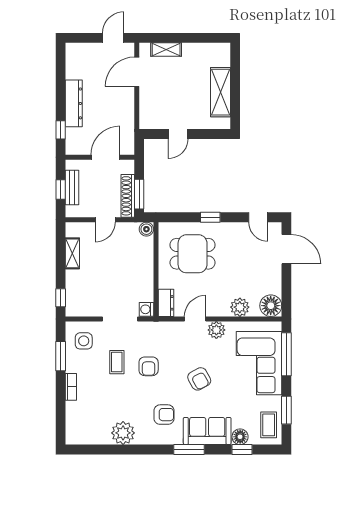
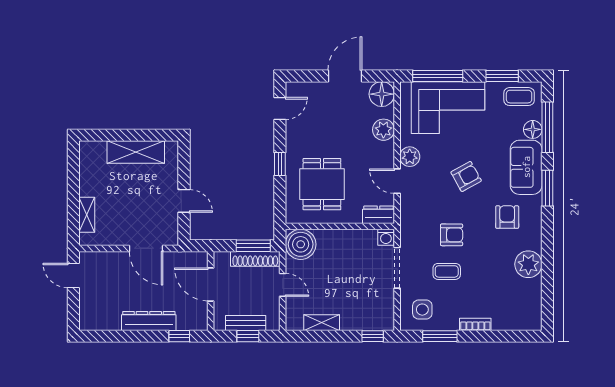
door: (137, 72) -> (146, 248), moved
boiler: (146, 229) -> (301, 244), width x1.86, depth x1.86
door: (286, 249) -> (345, 76), moved
window: (242, 449) -> (547, 127), width x2.17

